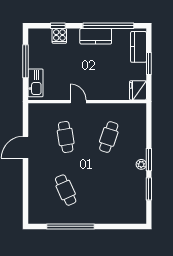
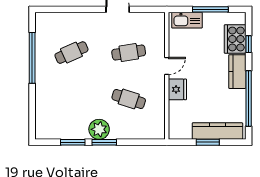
cooker: (59, 36) -> (235, 39), width x1.87, depth x1.31
kitchen counter: (96, 36) -> (237, 72), moved
kitchen counter: (139, 47) -> (217, 131), width x1.50
fridge: (138, 90) -> (177, 89), moved, turned 90
plant: (141, 164) -> (99, 129), width x1.87, depth x1.87

